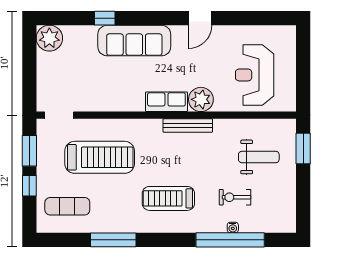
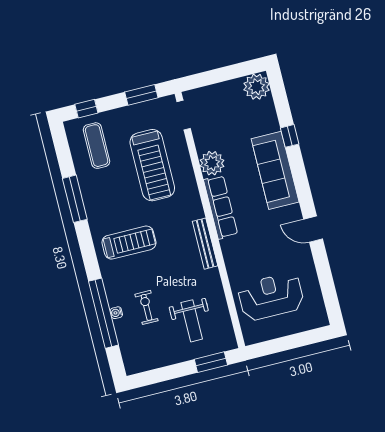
plant: (201, 99) -> (212, 163), moved
row of seats: (166, 102) -> (221, 207), width x1.48
window: (29, 186) -> (86, 109), moved
treadmill: (168, 198) -> (129, 243), turned 90

